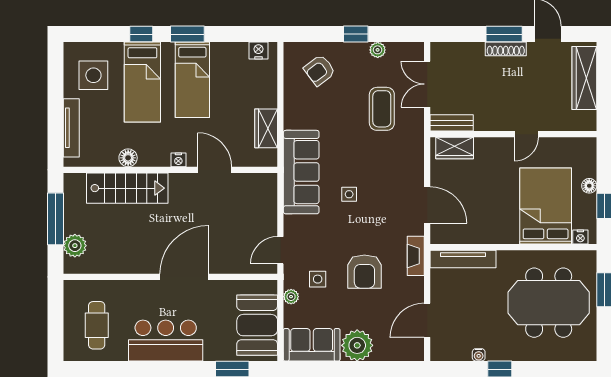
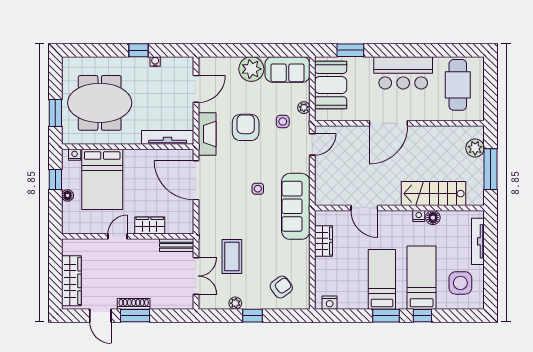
wardrobe: (455, 148) -> (150, 225), moved
nightstand: (178, 160) -> (419, 216), moved
door: (427, 205) -> (196, 180), width x1.36
fireplace: (416, 256) -> (207, 134), width x1.37, depth x1.32
cafe table: (97, 325) -> (458, 85), width x1.37, depth x1.35

